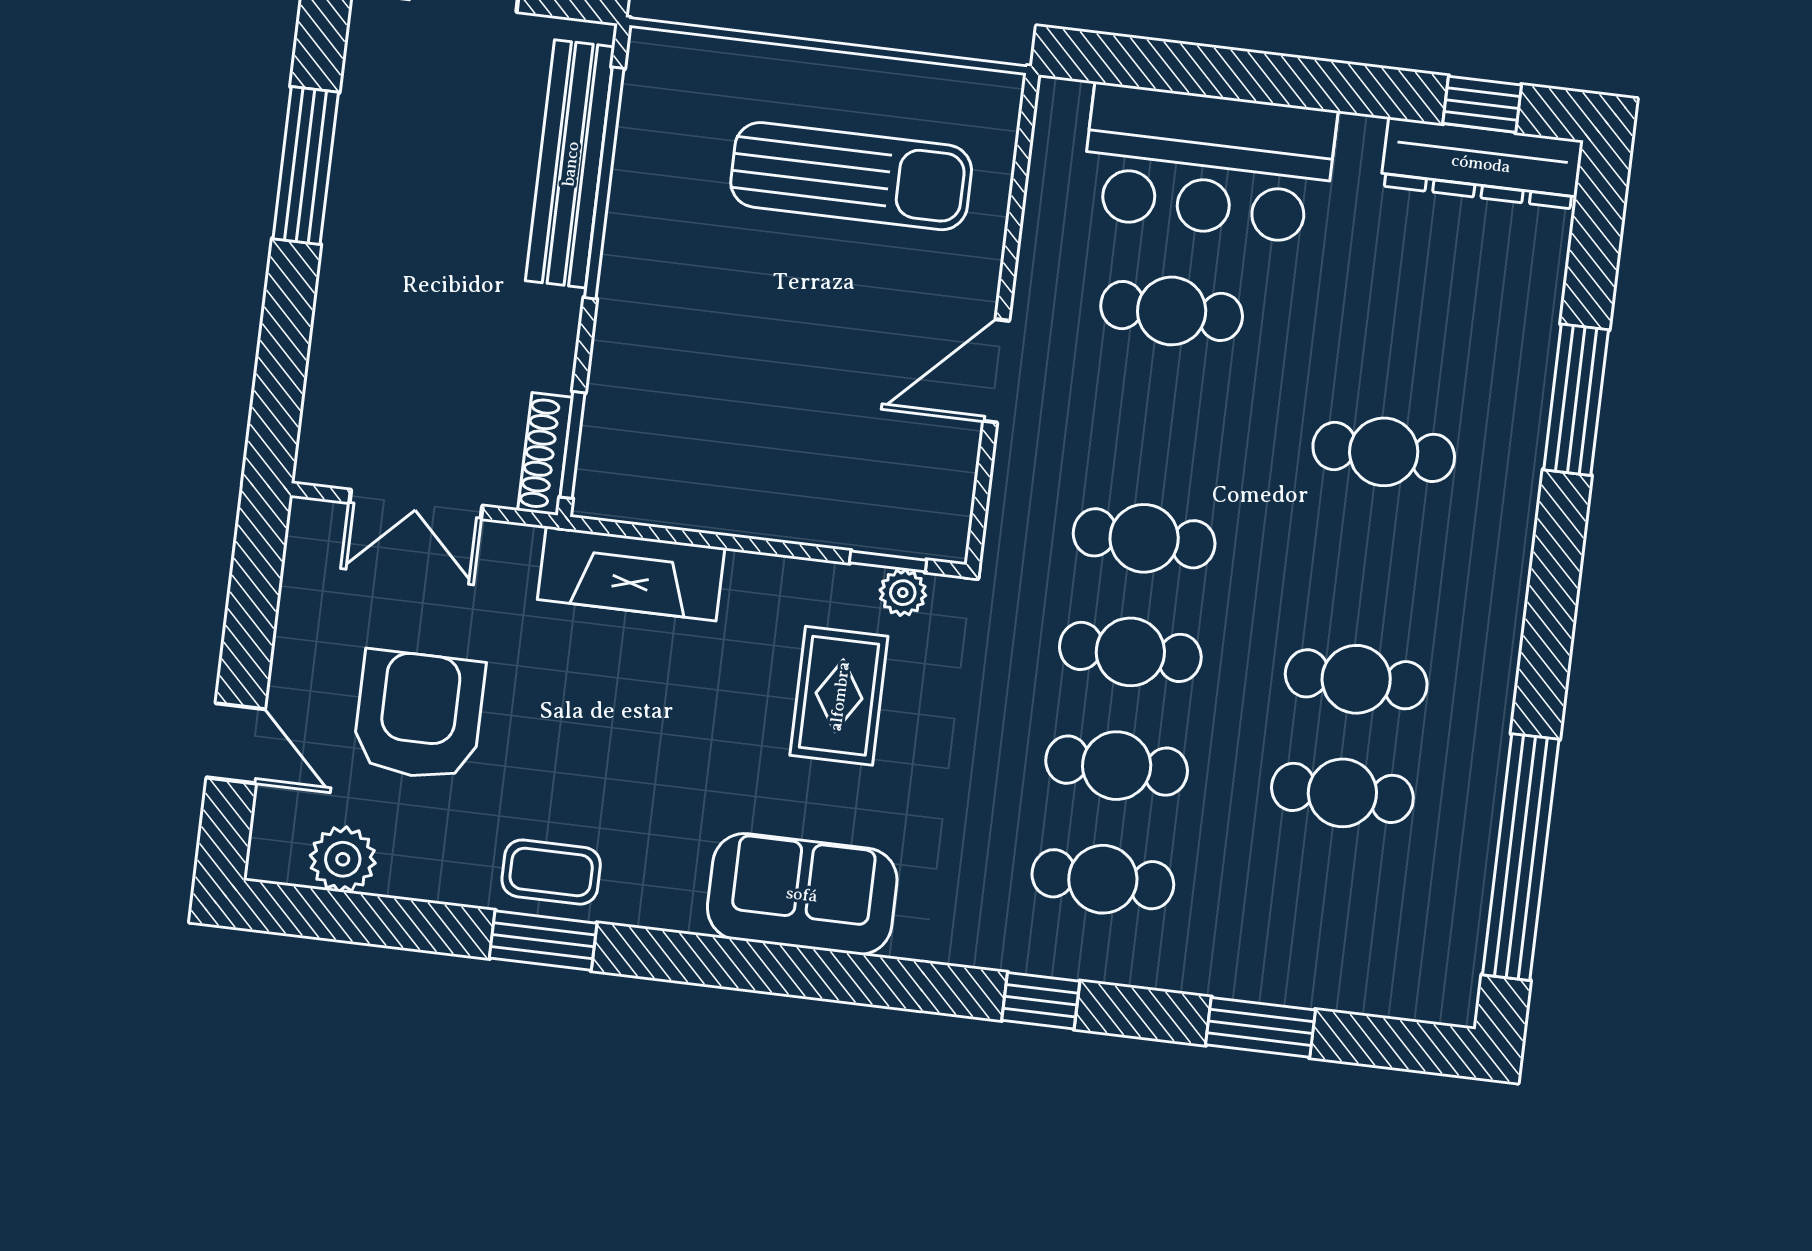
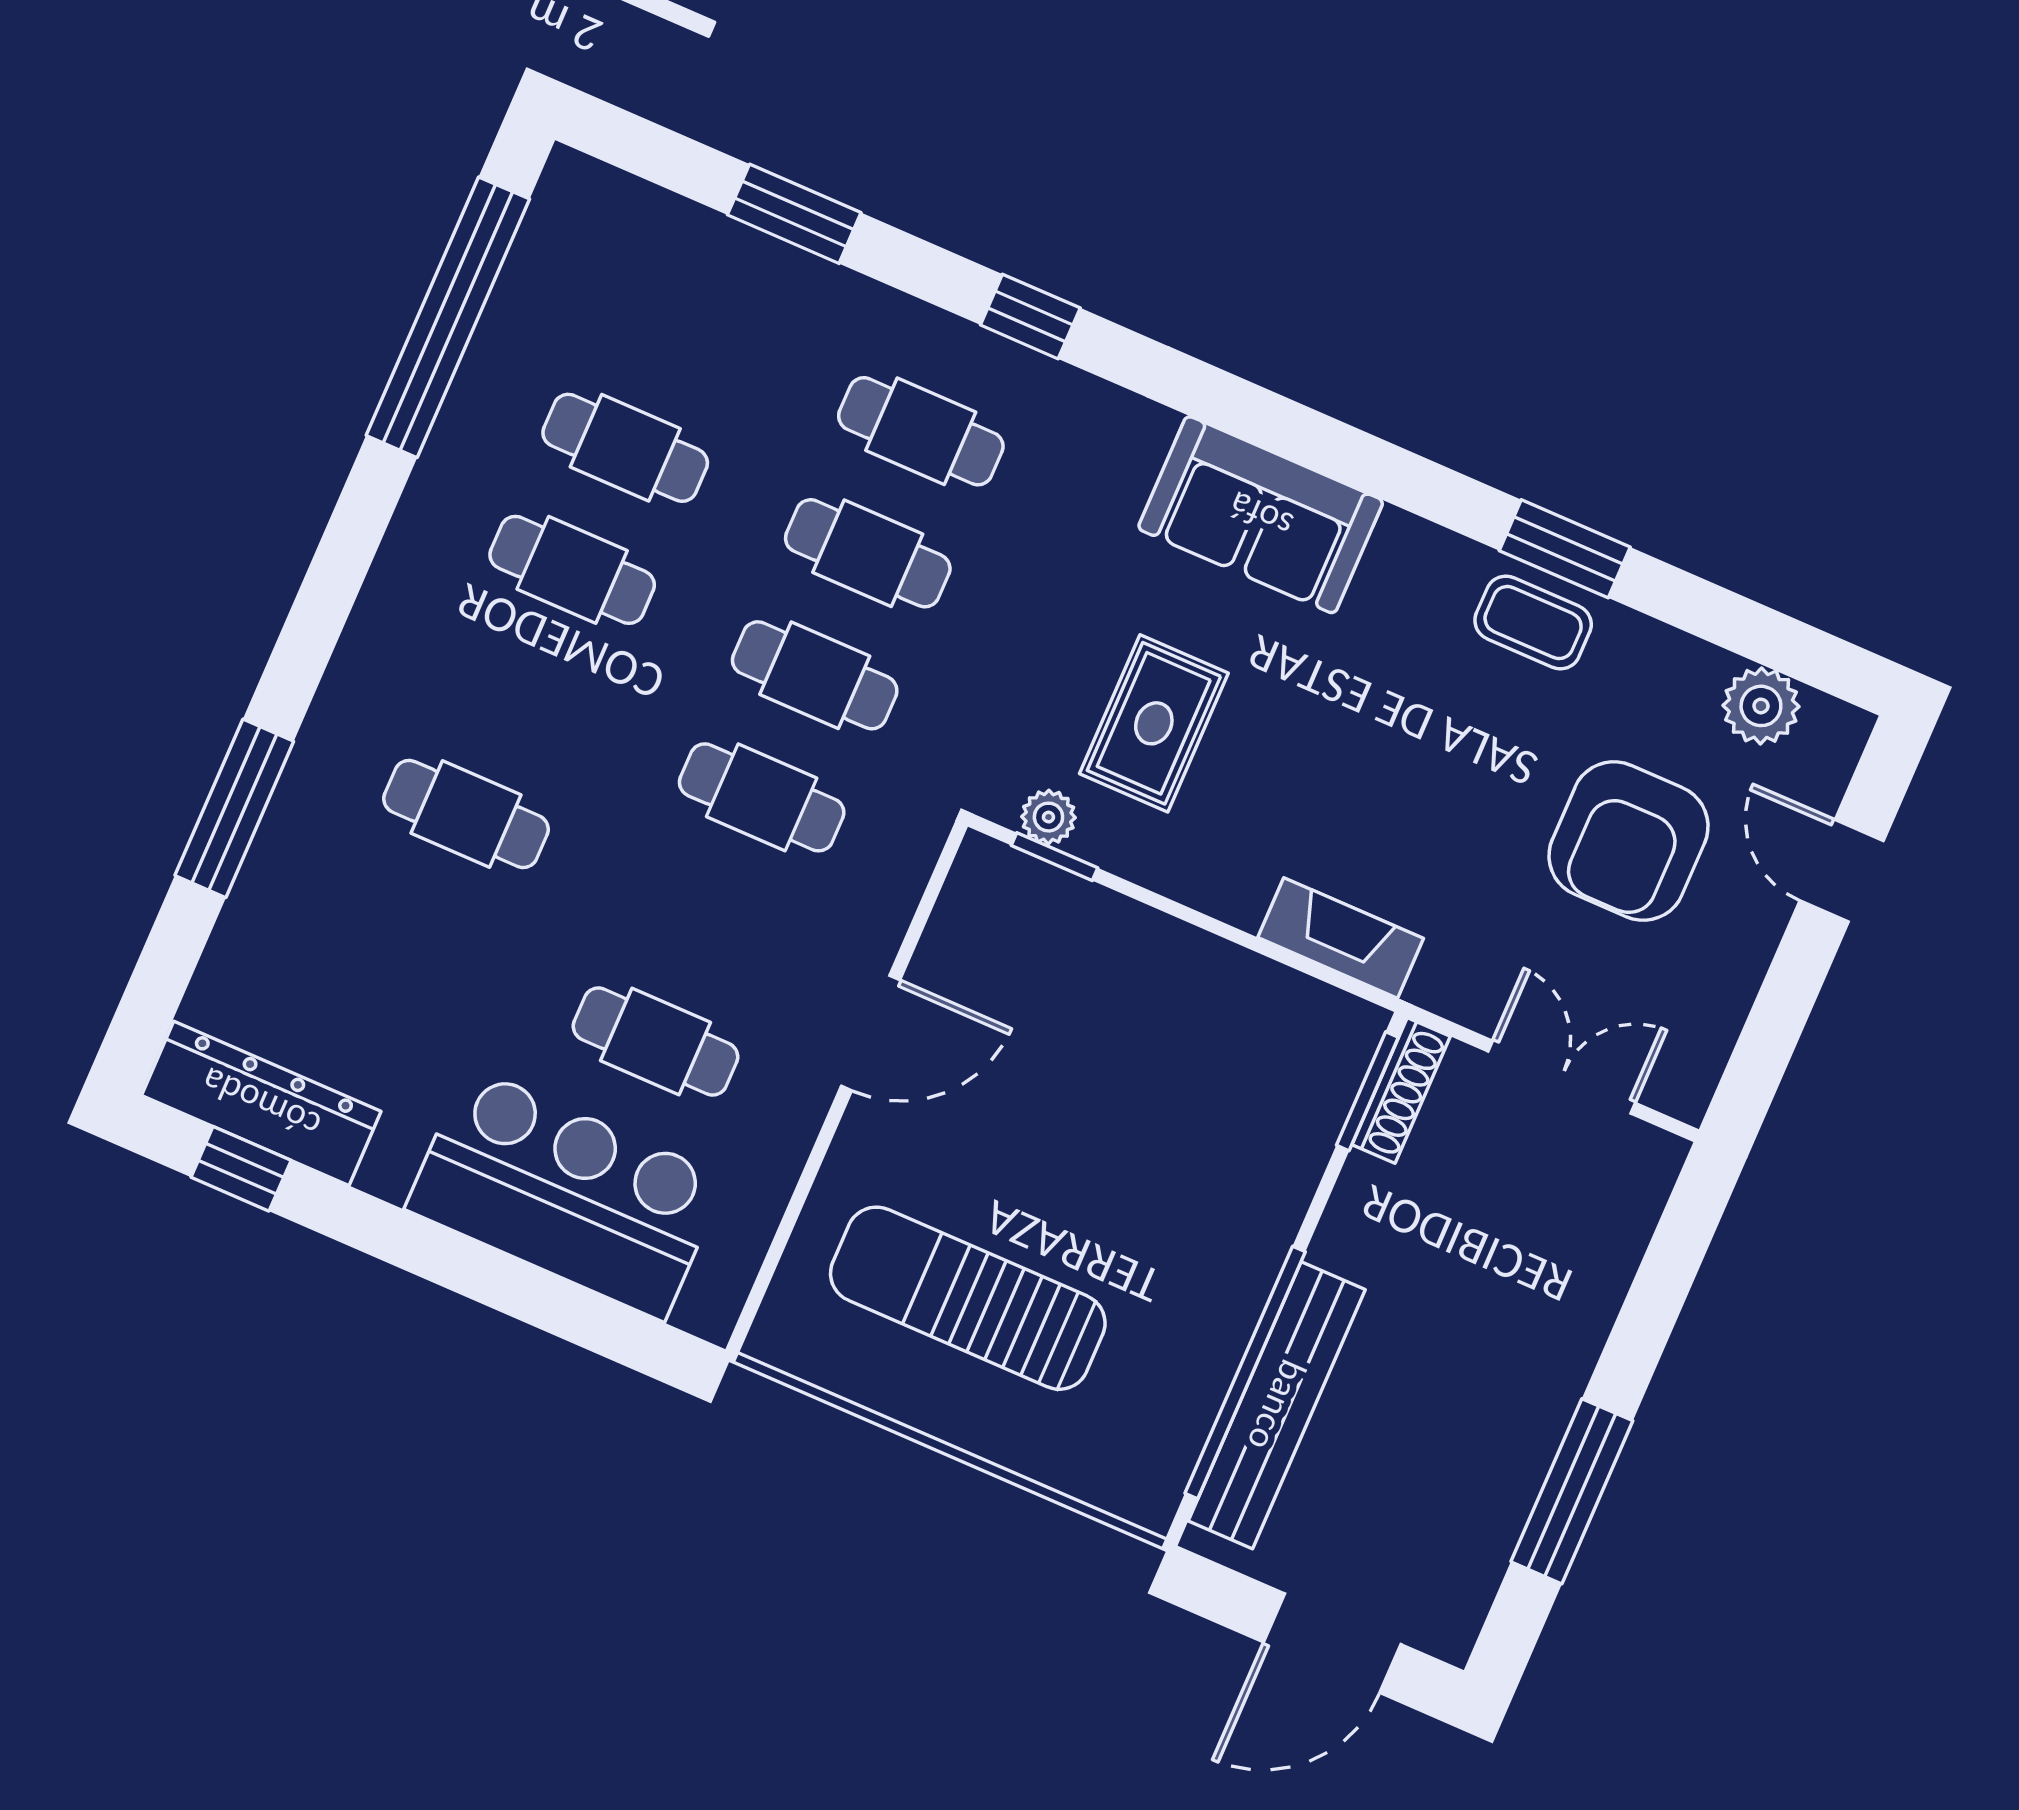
fireplace: (631, 574) -> (1341, 938), width x0.73, depth x0.76

